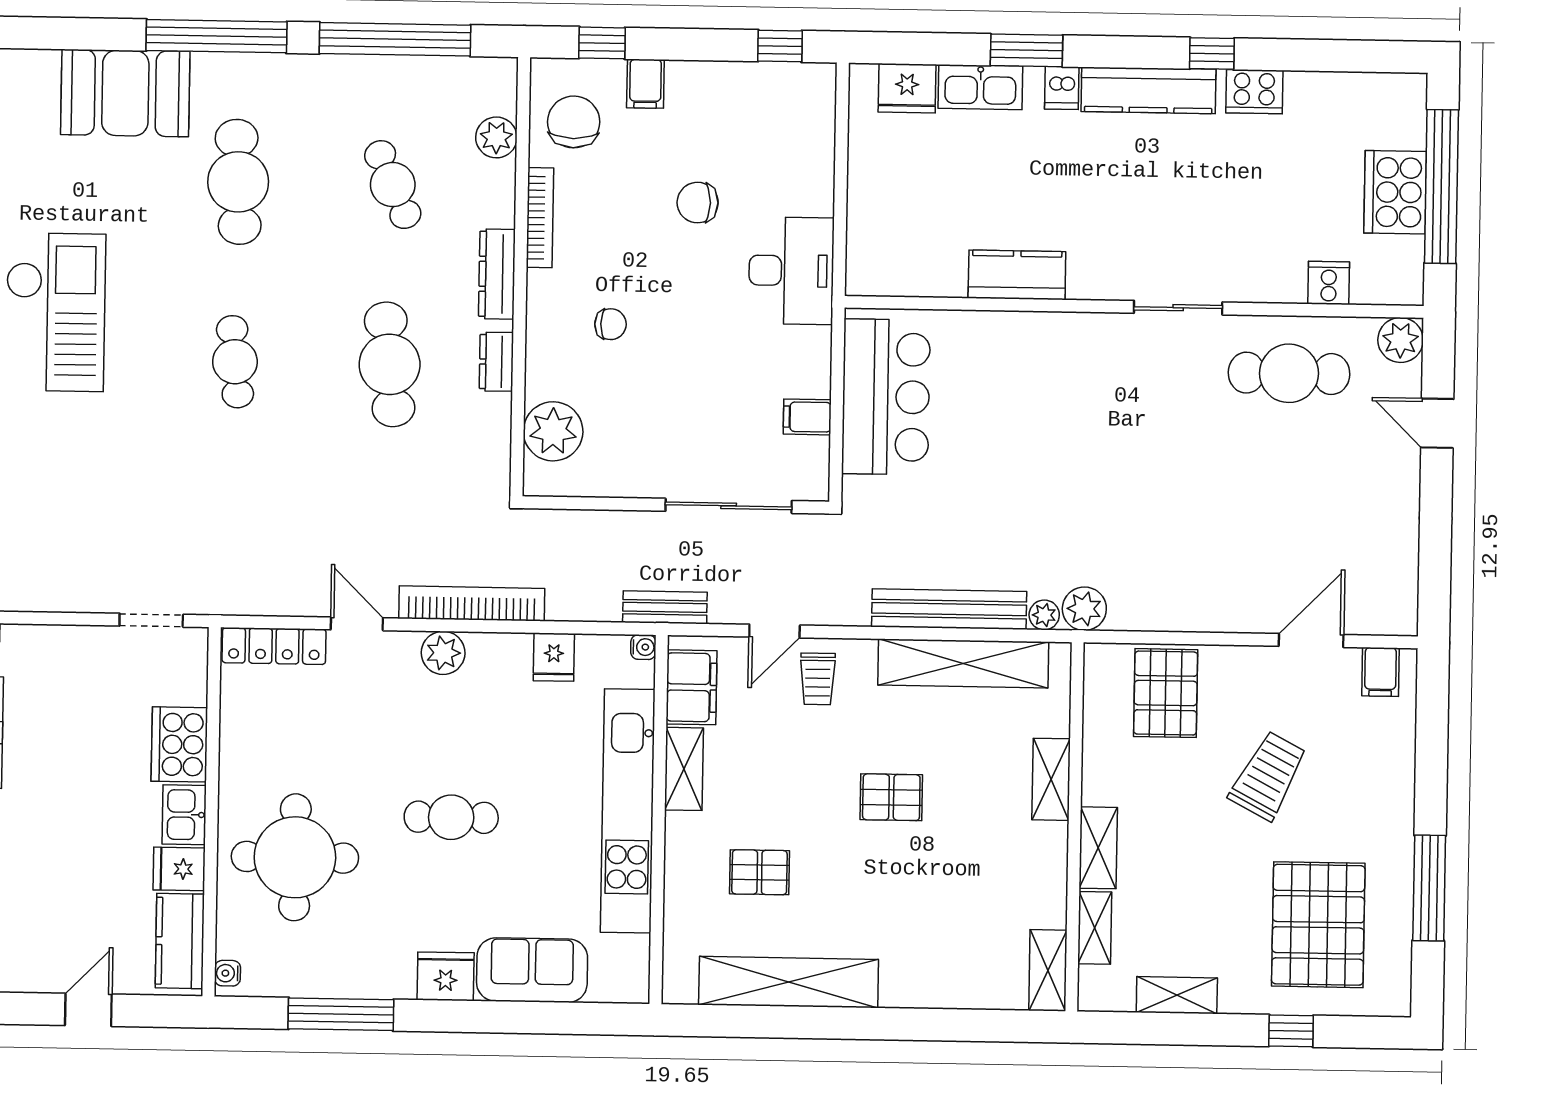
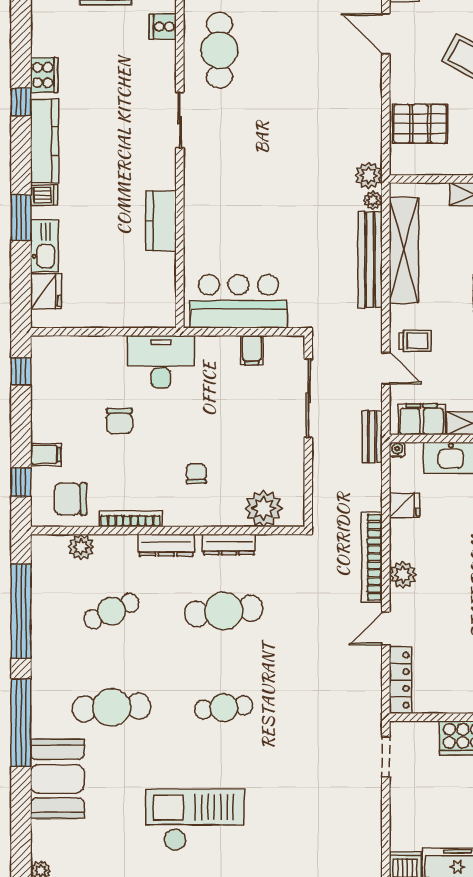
dresser: (496, 362) -> (229, 545), width x1.44

